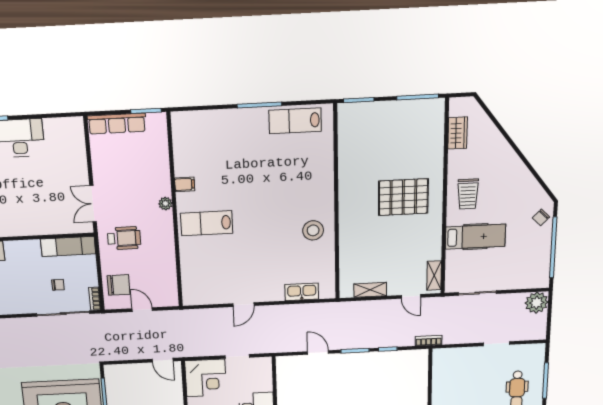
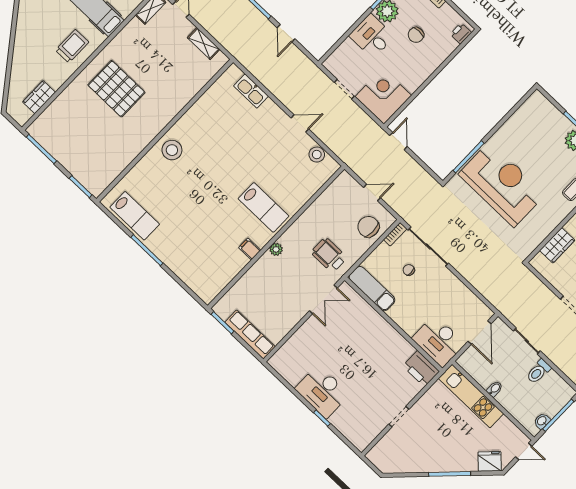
stool: (313, 230) -> (172, 150), moved
stool: (209, 296) -> (317, 155), added
door: (142, 310) -> (372, 193), swing flipped

